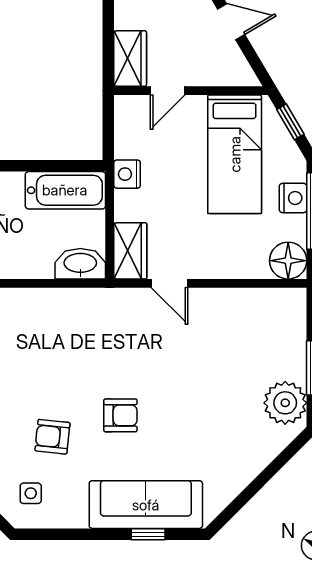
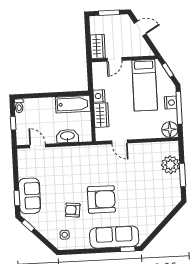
wardrobe: (130, 251) -> (101, 115), moved
washbasin: (80, 264) -> (67, 136), moved
plant: (285, 403) -> (170, 165), moved
armchair: (120, 415) -> (101, 199), width x1.88, depth x1.88
window: (148, 534) -> (128, 249), moved

